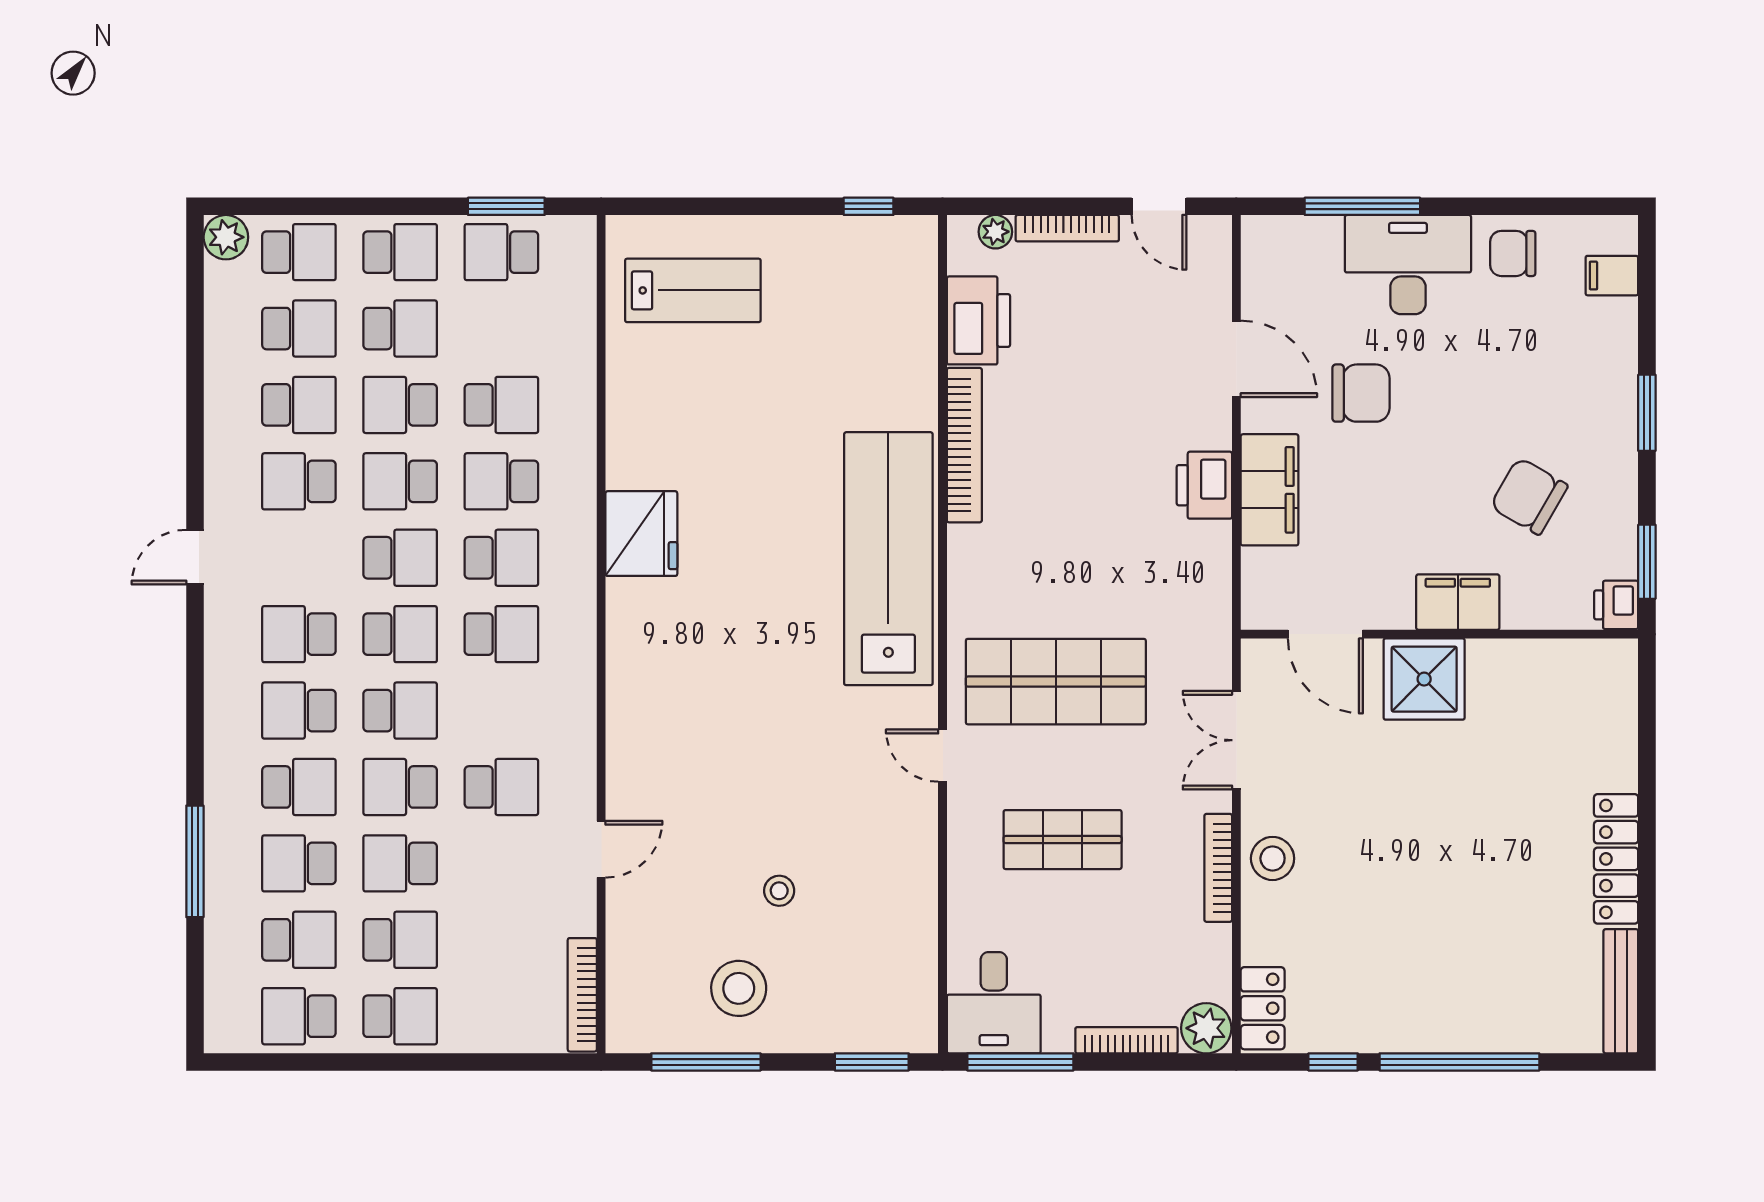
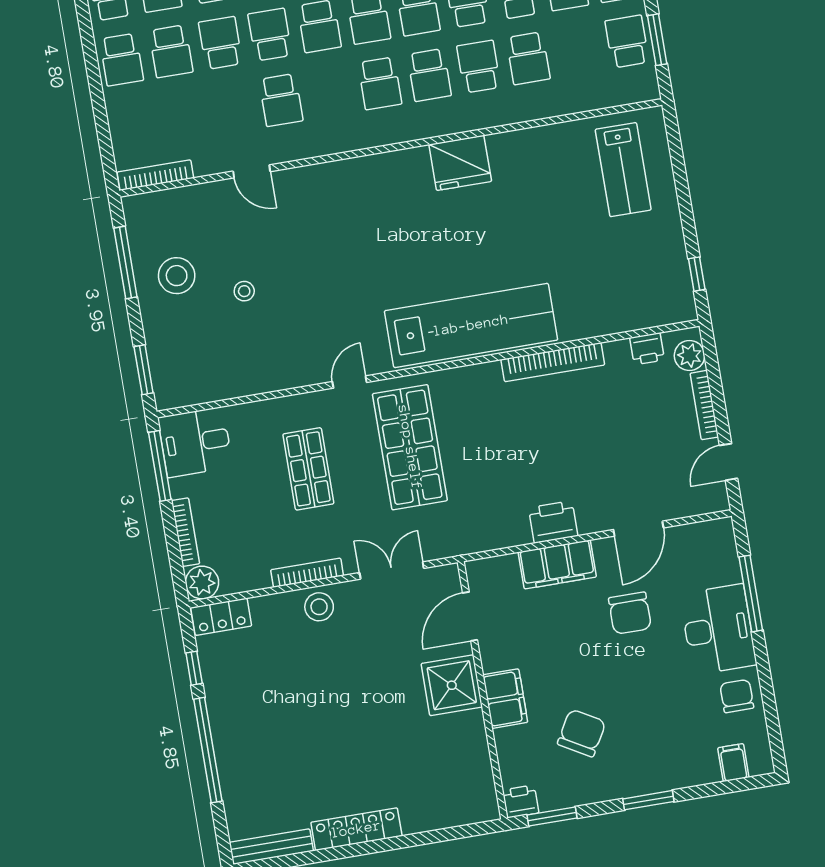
plant: (995, 232) -> (689, 356), width x1.38, depth x1.38
printer: (978, 320) -> (647, 349), width x0.53, depth x0.68

